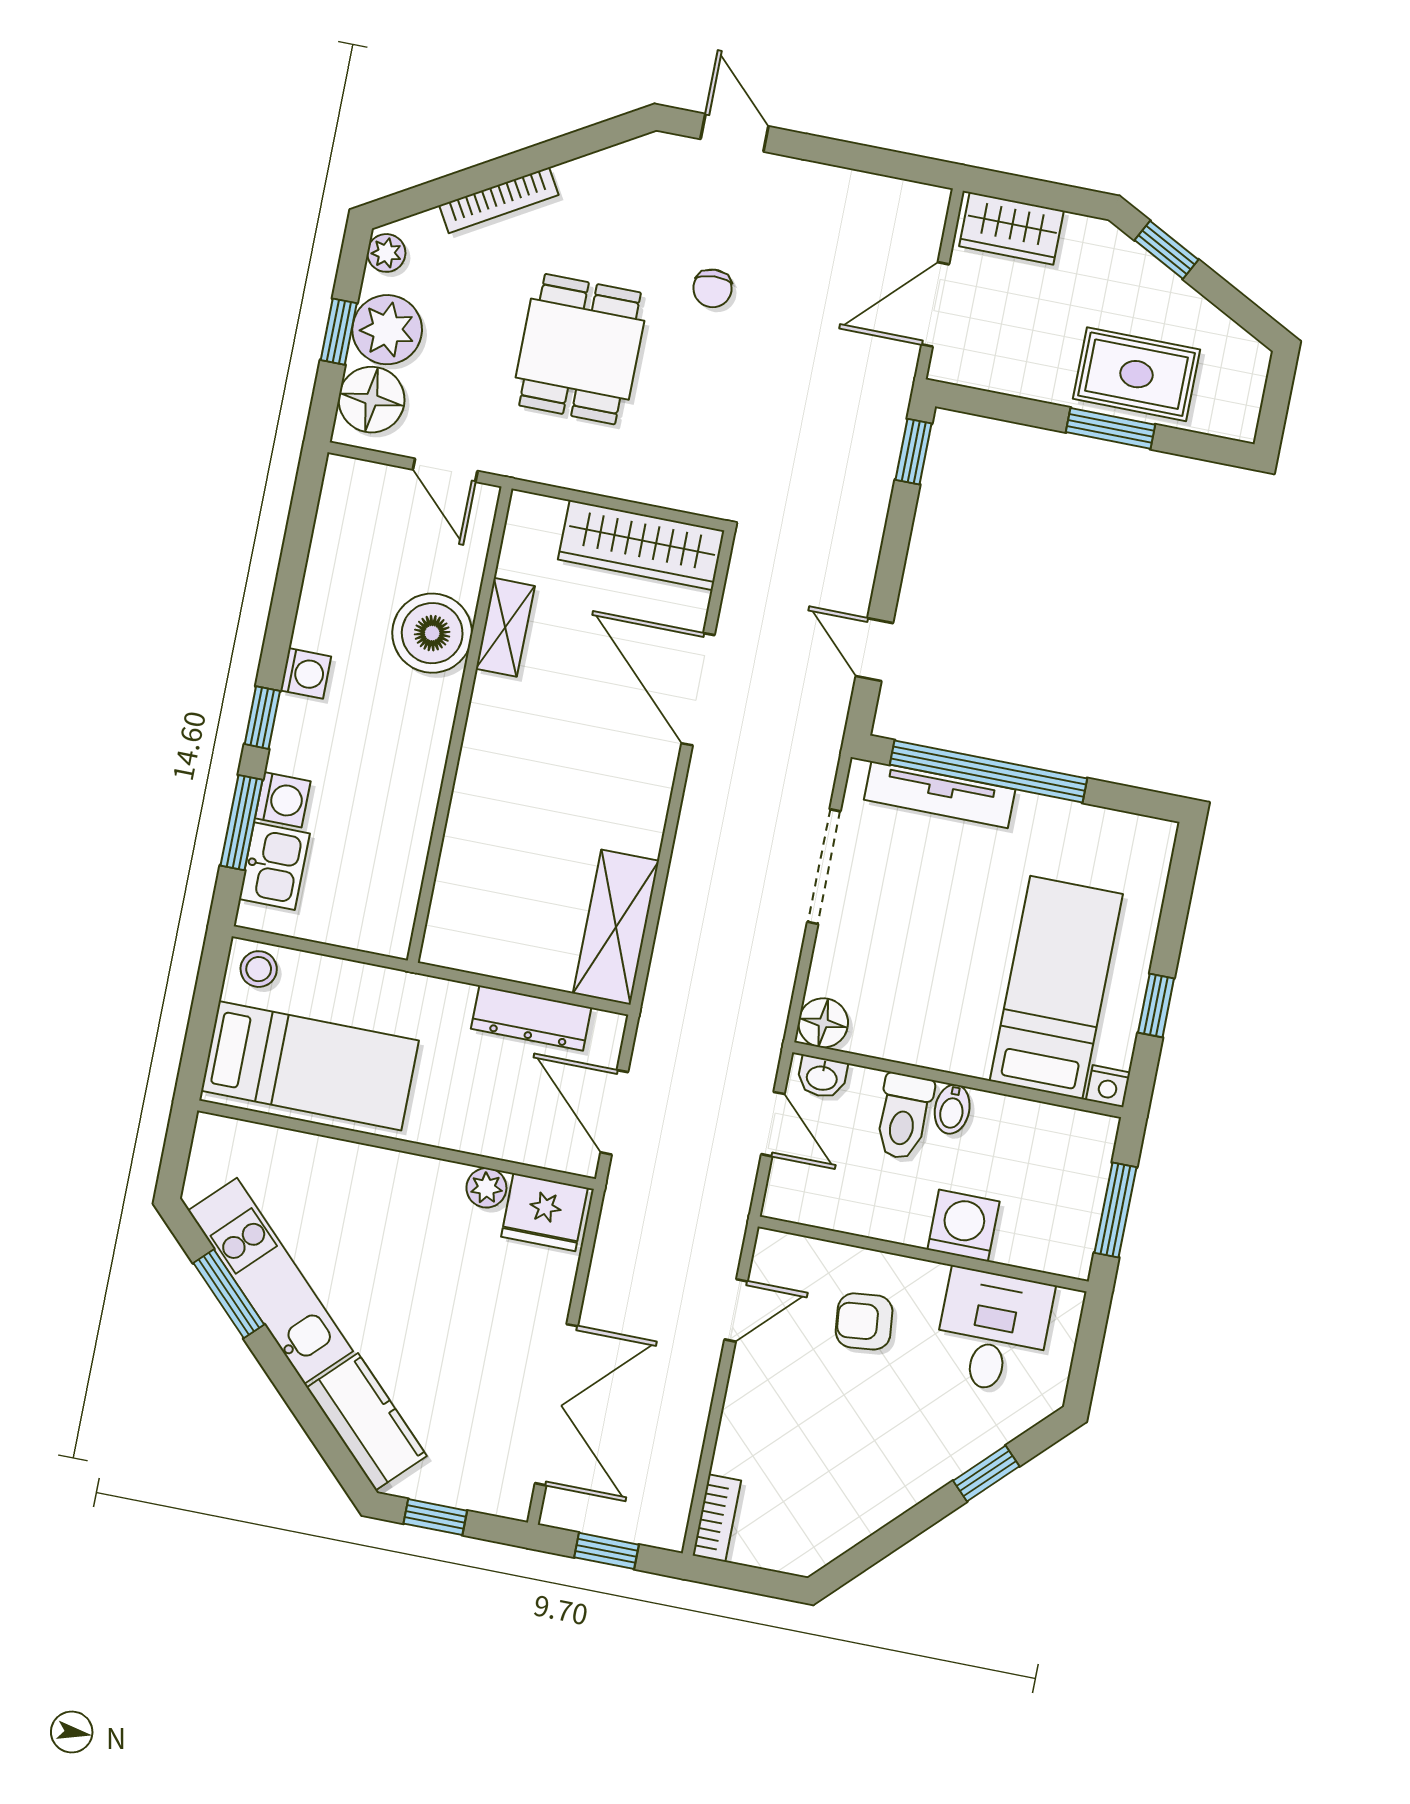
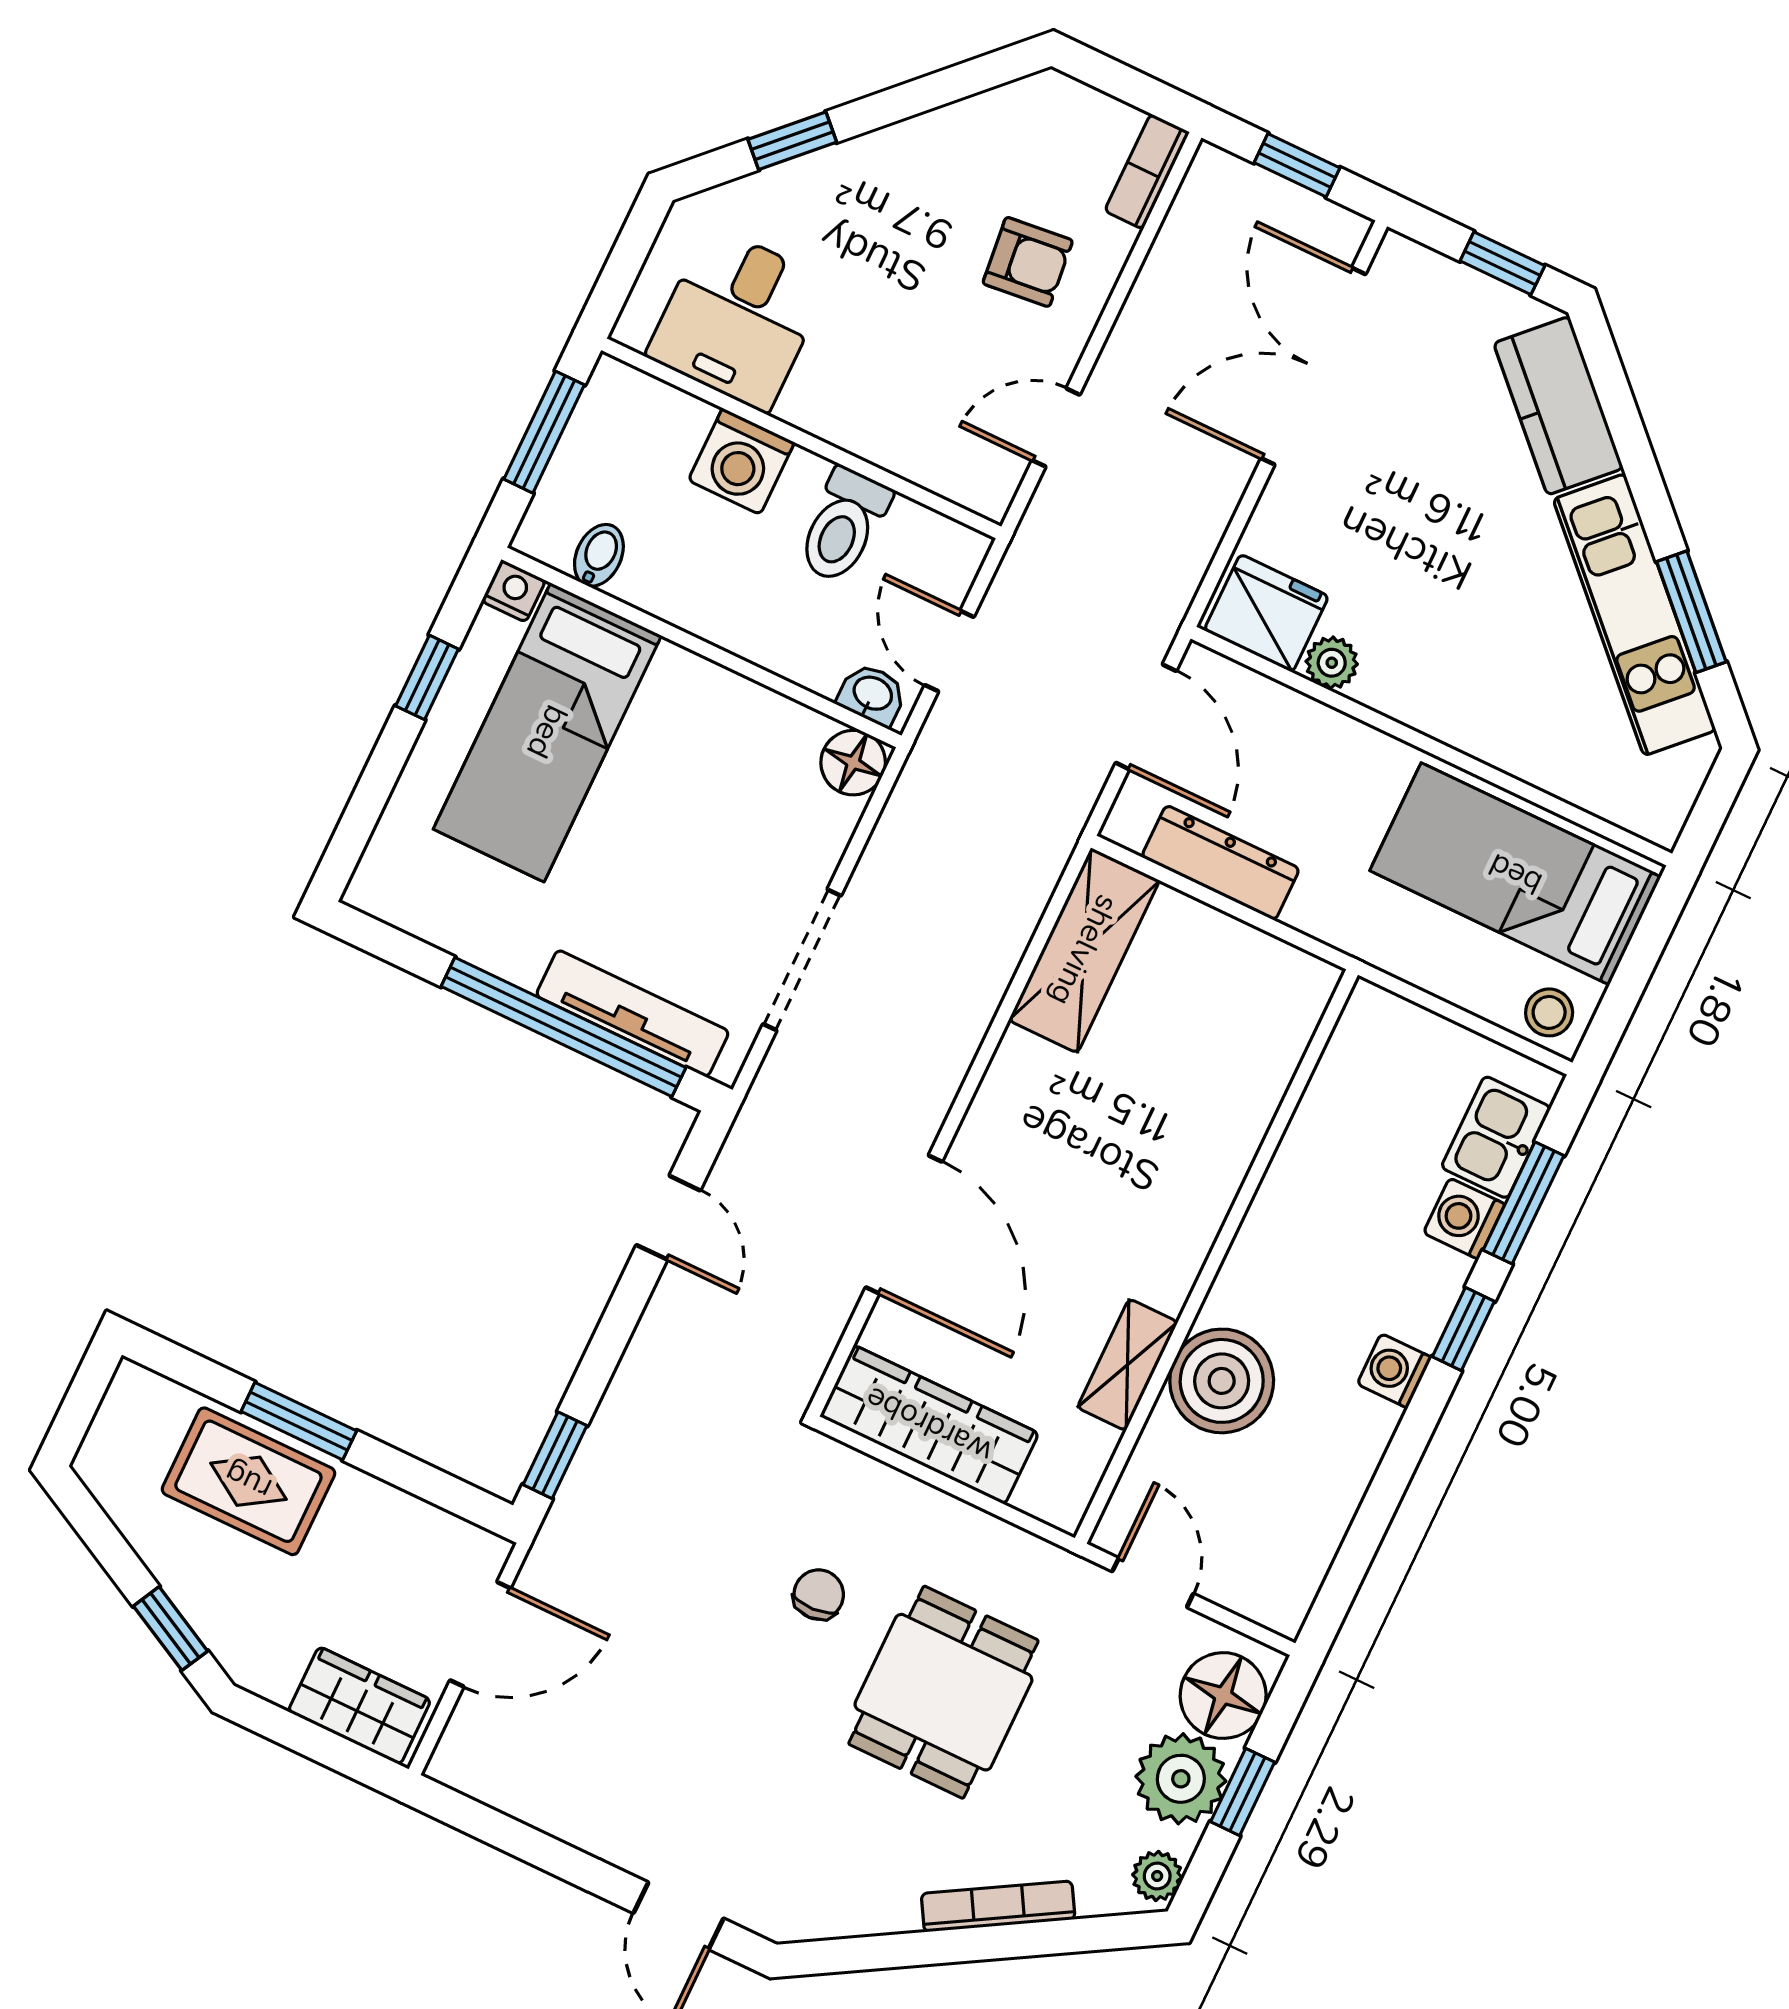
chair: (712, 288) -> (819, 1595), moved
bidet: (952, 1109) -> (599, 555), moved
toilet: (904, 1116) -> (843, 526), moved, turned 180
armchair: (864, 1321) -> (1028, 262), moved

